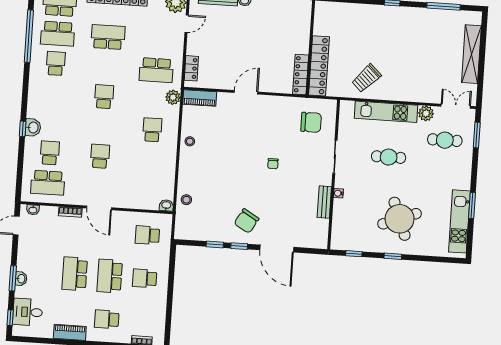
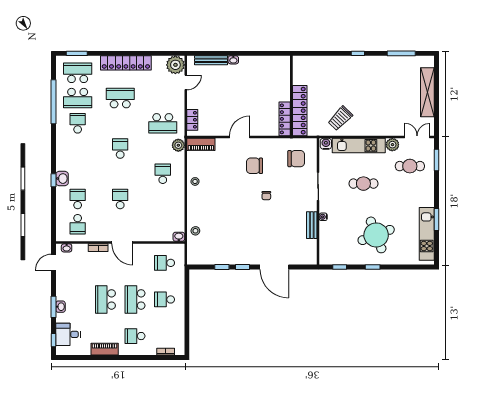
water cooler: (347, 107) -> (326, 144), added
school desk: (48, 183) -> (78, 224), width x0.54
chair: (246, 221) -> (255, 166), moved, turned 60

